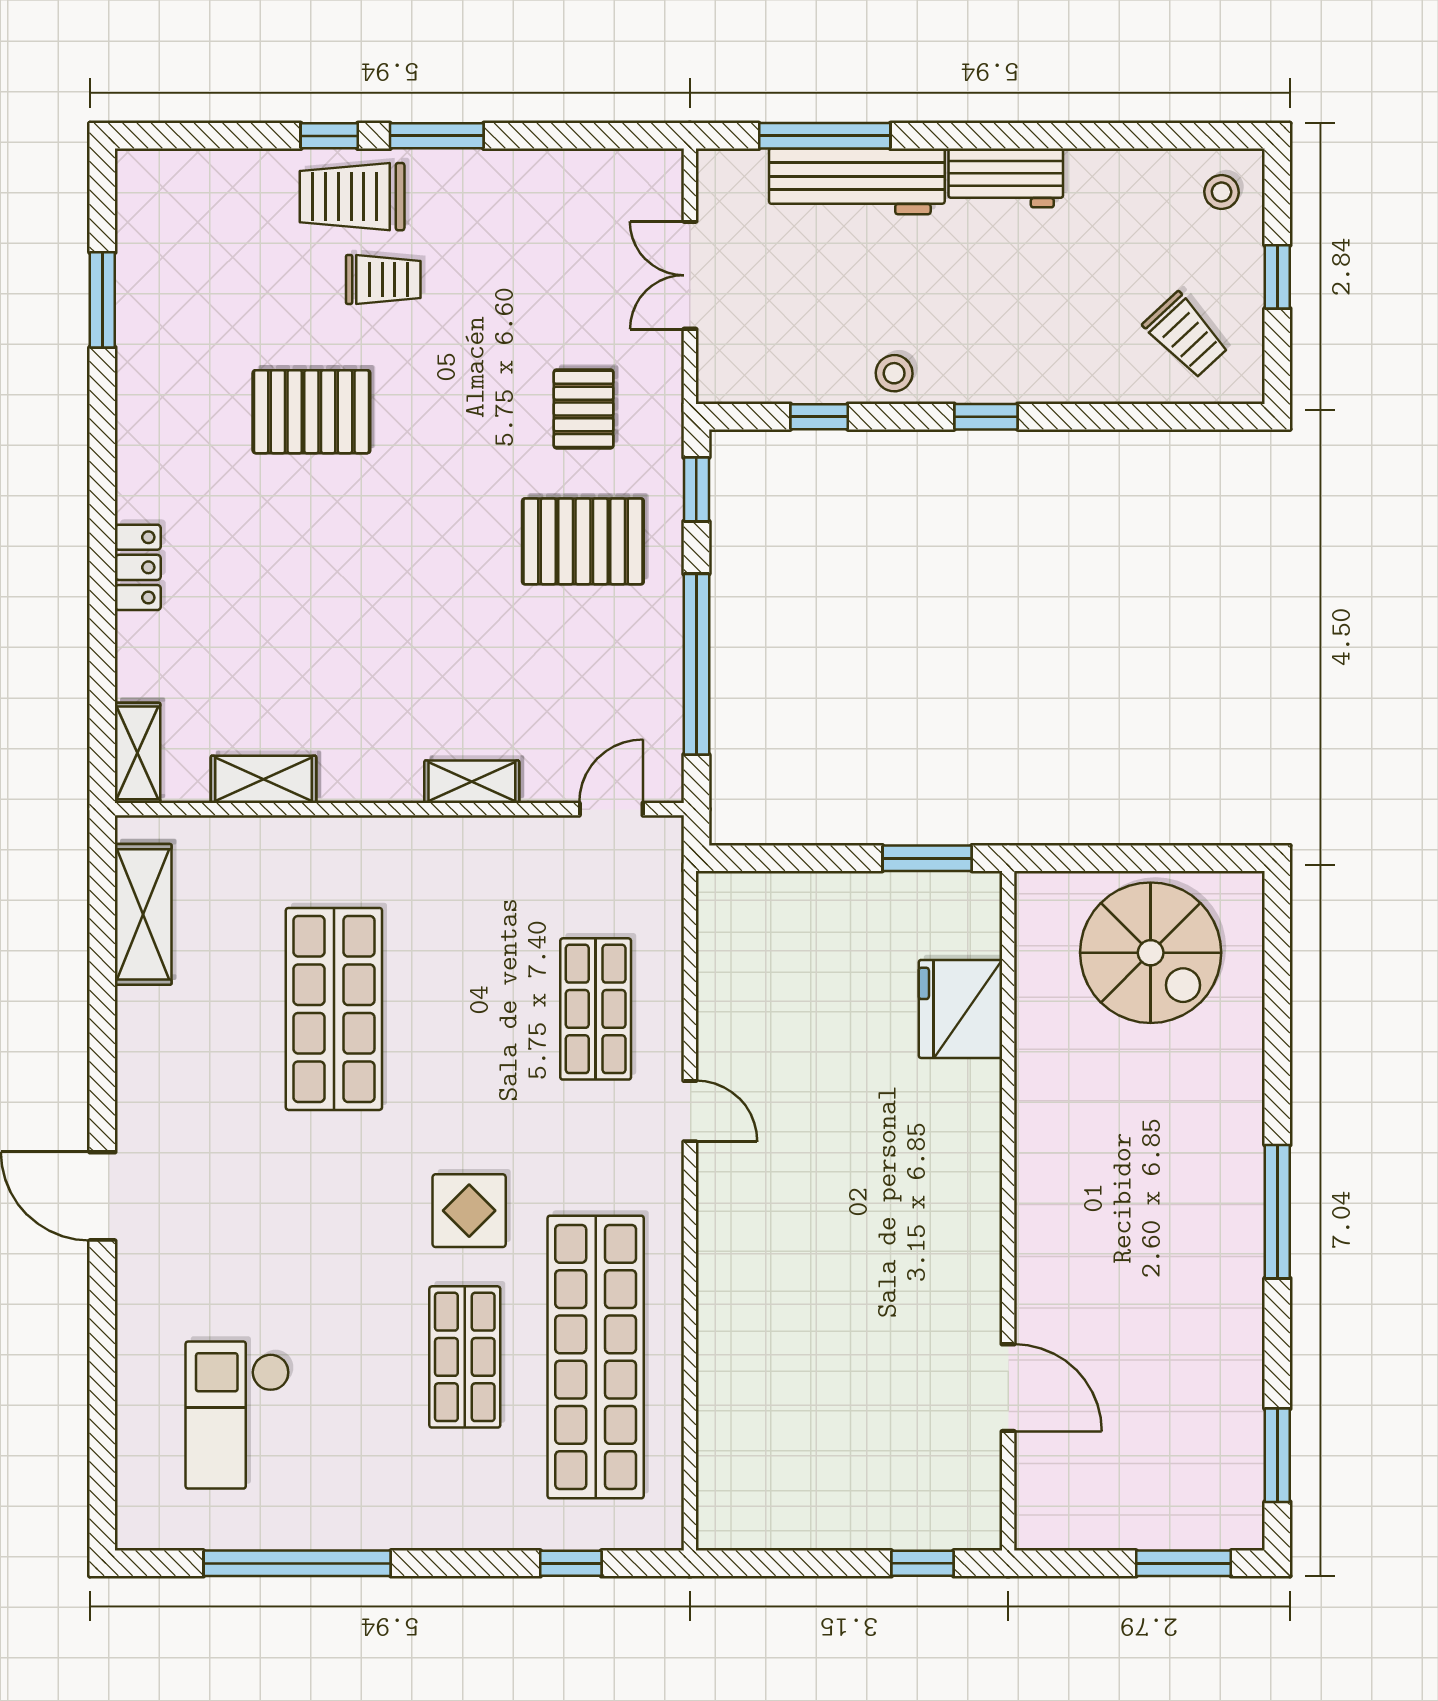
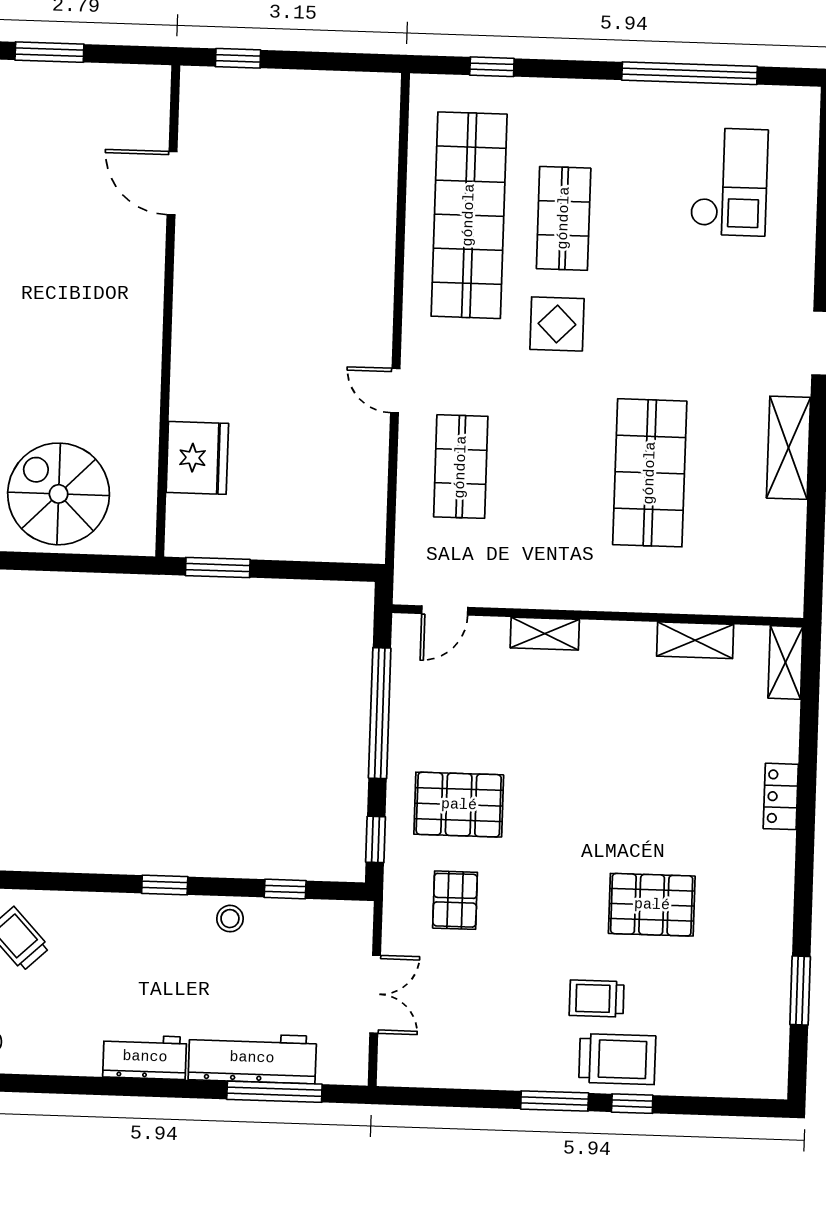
shelving: (143, 914) -> (788, 448), moved

